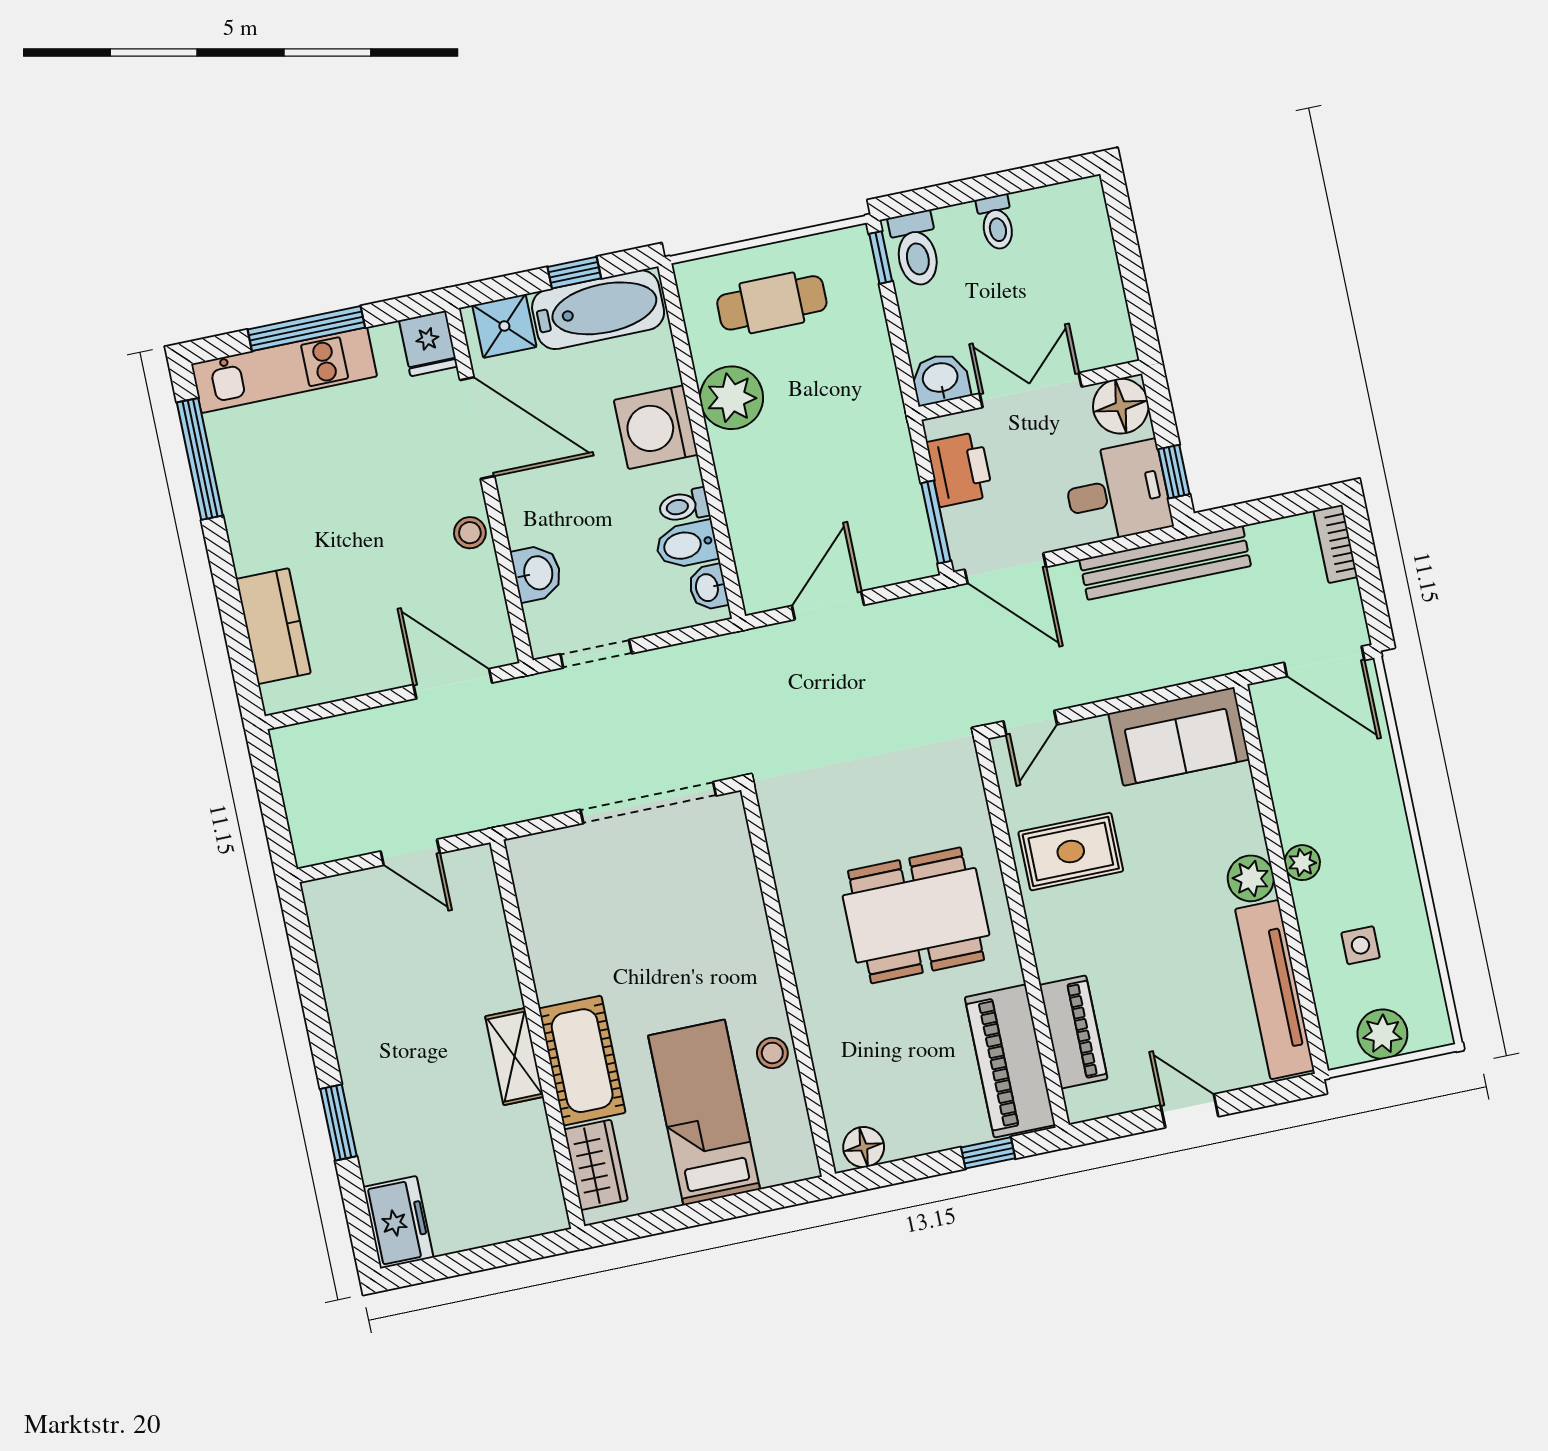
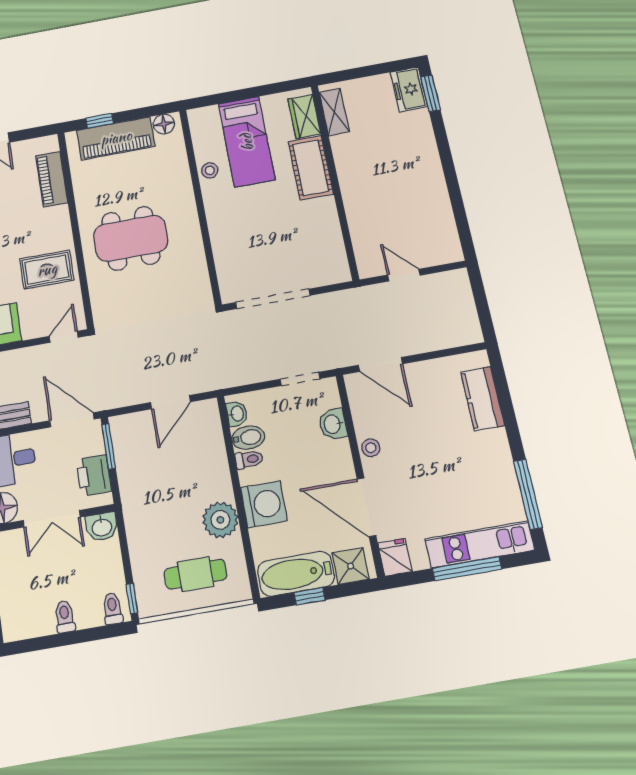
toilet: (916, 249) -> (112, 609), width x0.73, depth x0.72
shelving: (514, 1057) -> (334, 112), moved
piano: (1010, 1061) -> (116, 138), moved, turned 90
window: (338, 1122) -> (431, 93), moved

